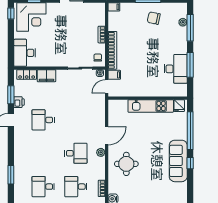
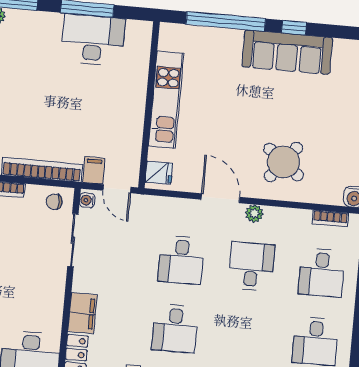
fridge: (179, 106) -> (159, 173), moved
desk: (76, 120) -> (181, 260), added
round table: (126, 164) -> (283, 162), turned 38

